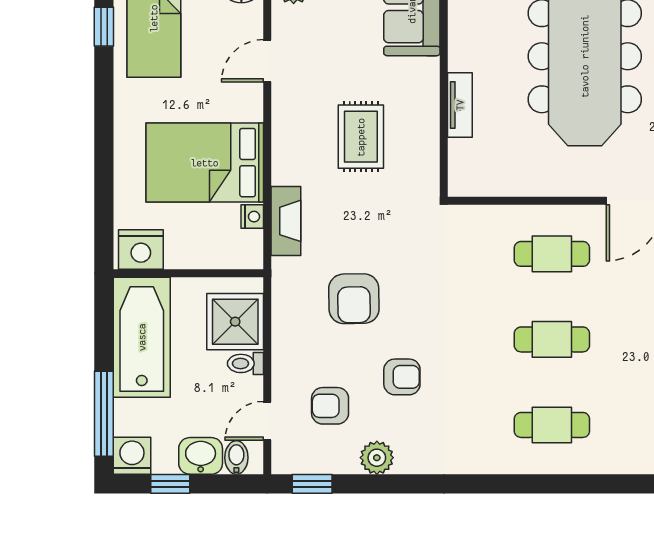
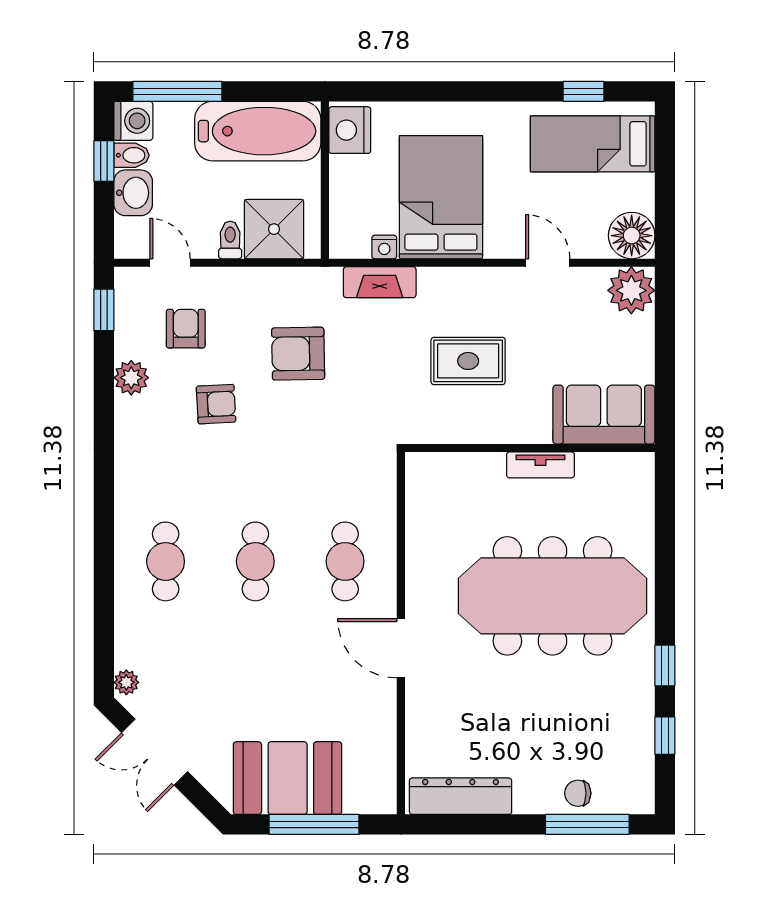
tv unit: (460, 105) -> (540, 465), moved
armchair: (402, 377) -> (216, 404), turned -93
bidet: (236, 458) -> (131, 155), moved

